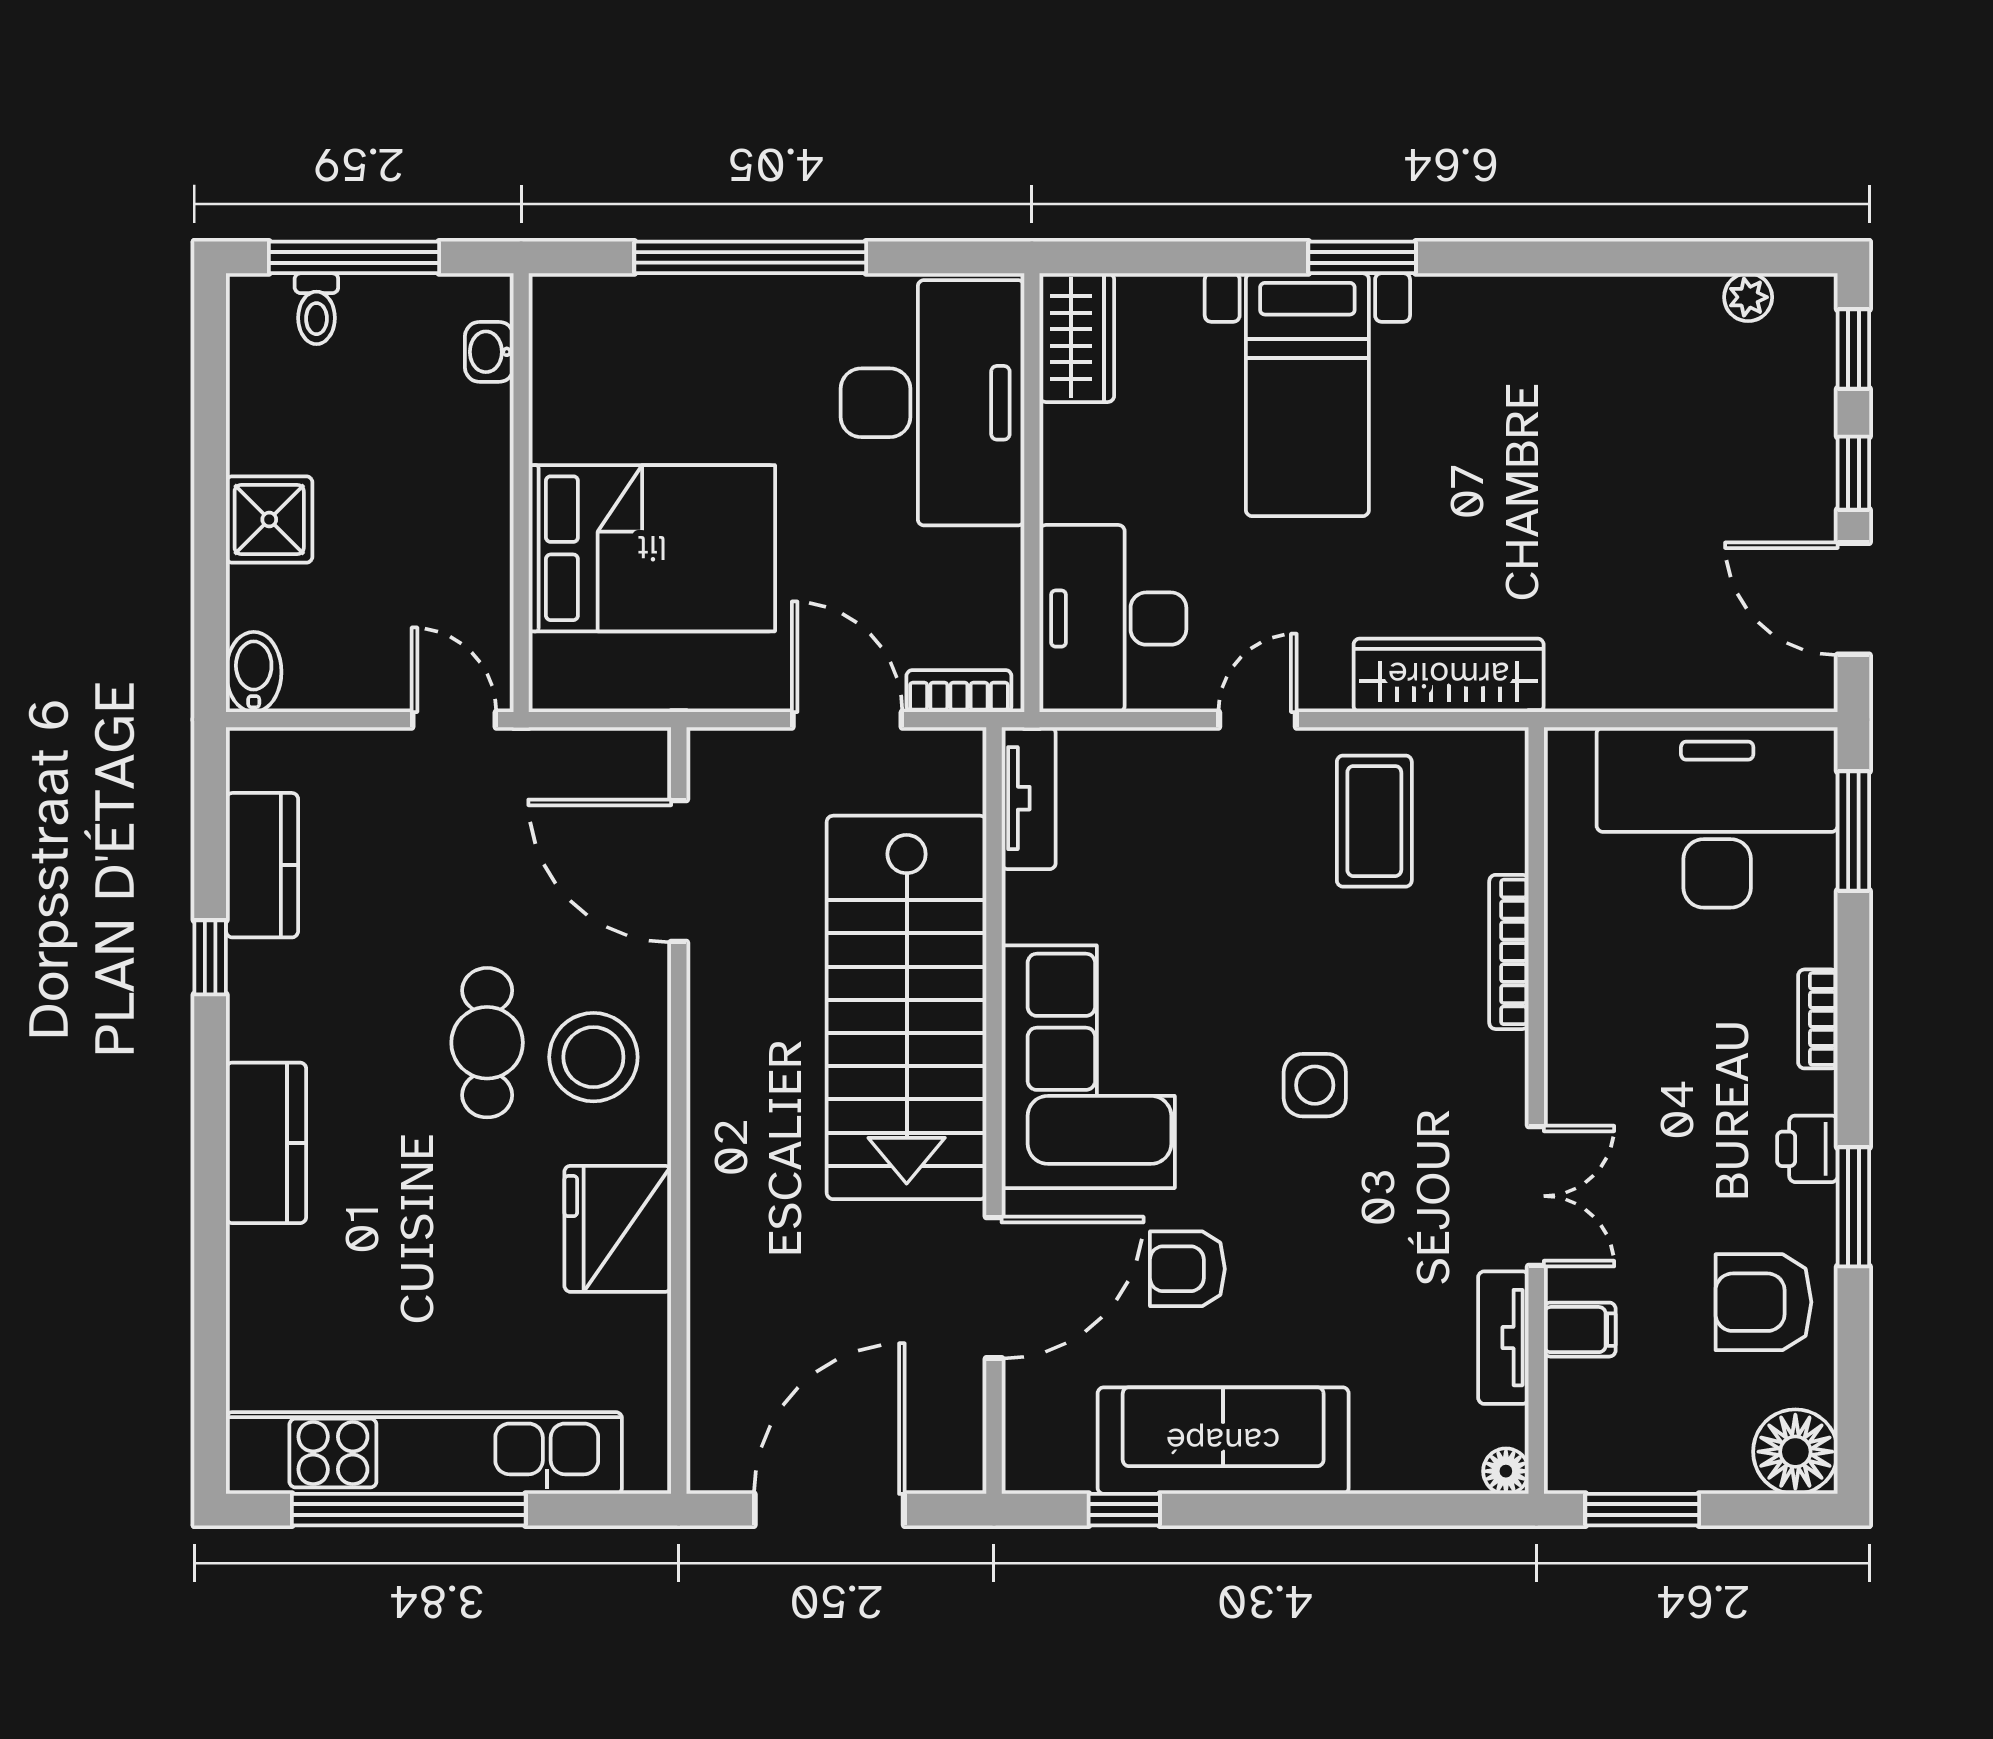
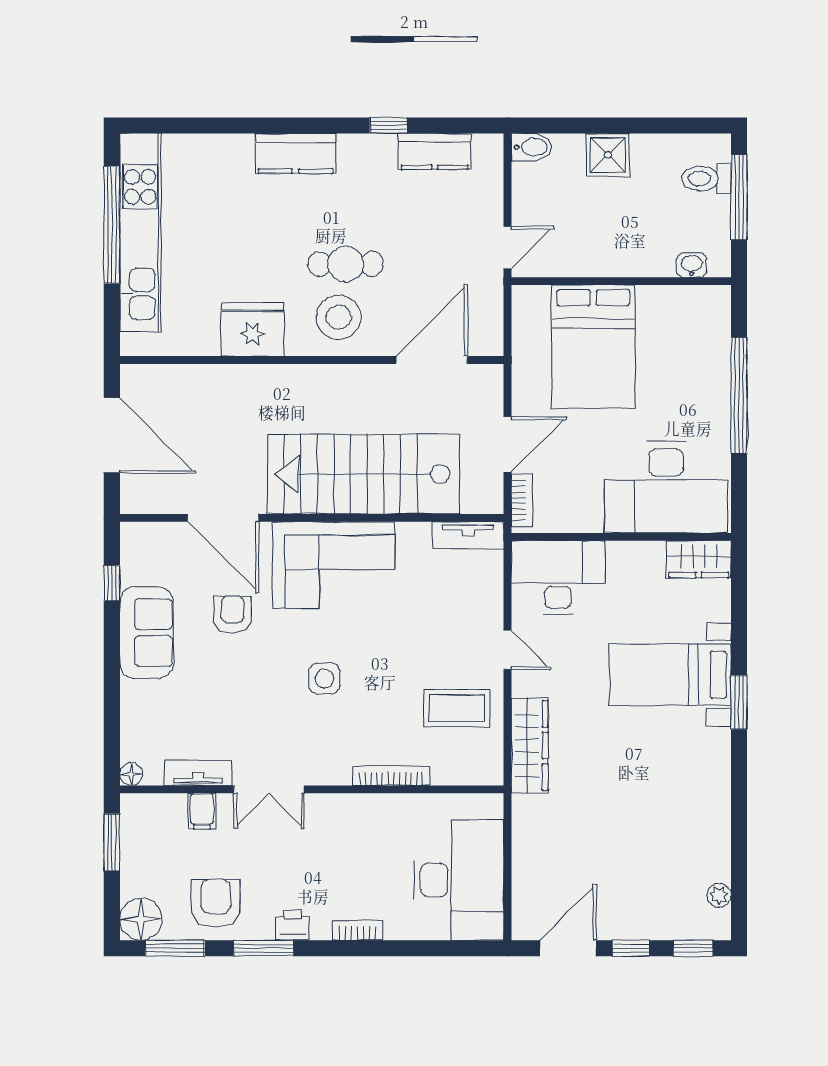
toilet: (316, 309) -> (706, 179), width x1.37, depth x1.39
window: (1853, 831) -> (175, 948), moved
sofa: (1223, 1441) -> (146, 633), width x0.73

